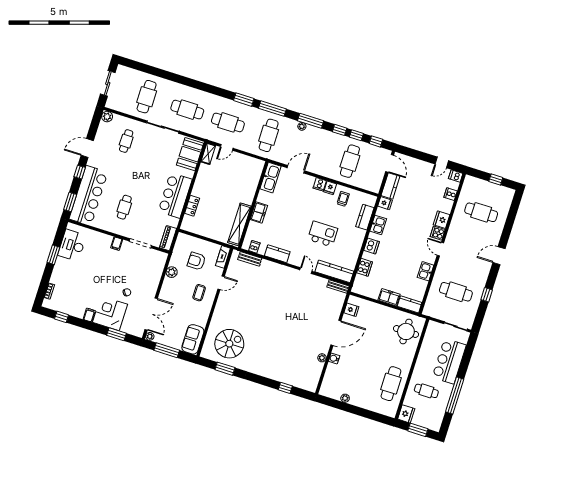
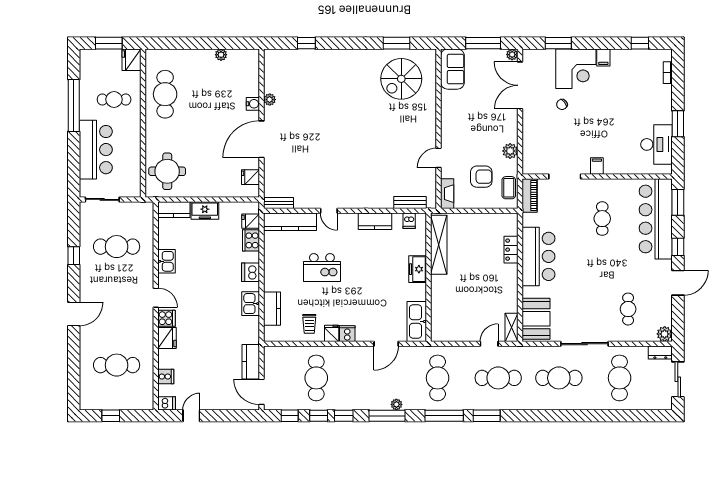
dresser: (114, 105) -> (660, 352), added
fridge: (385, 203) -> (251, 221), moved
coffee table: (199, 293) -> (509, 188), moved

